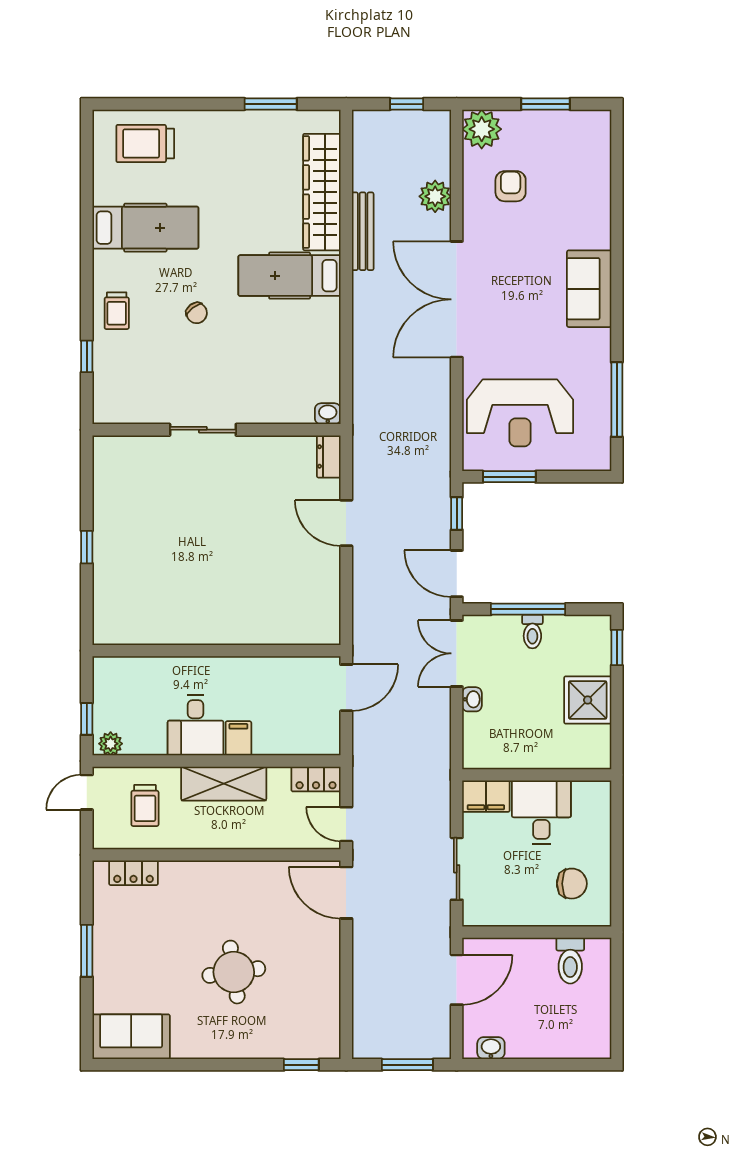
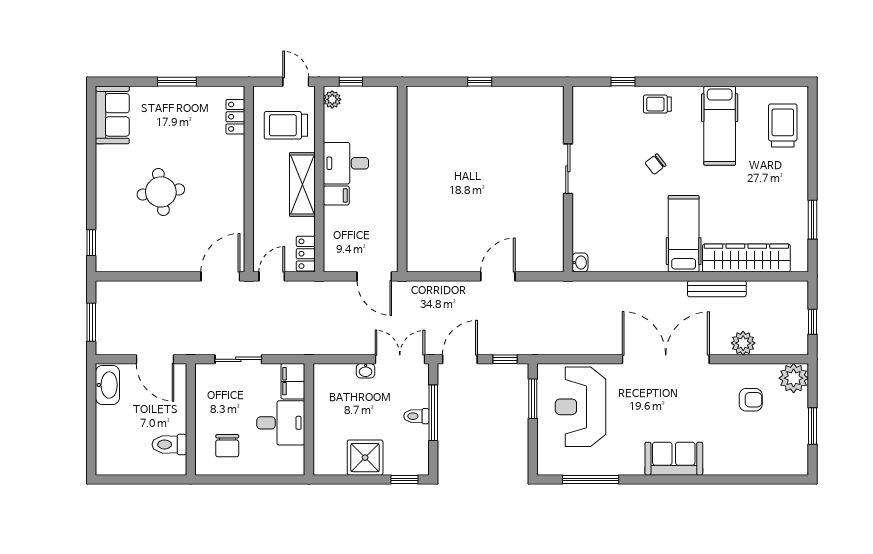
dresser: (329, 456) -> (548, 263), removed
trolley: (145, 805) -> (286, 125), width x1.36, depth x1.39
washbasin: (491, 1048) -> (107, 385), width x1.91, depth x1.45

